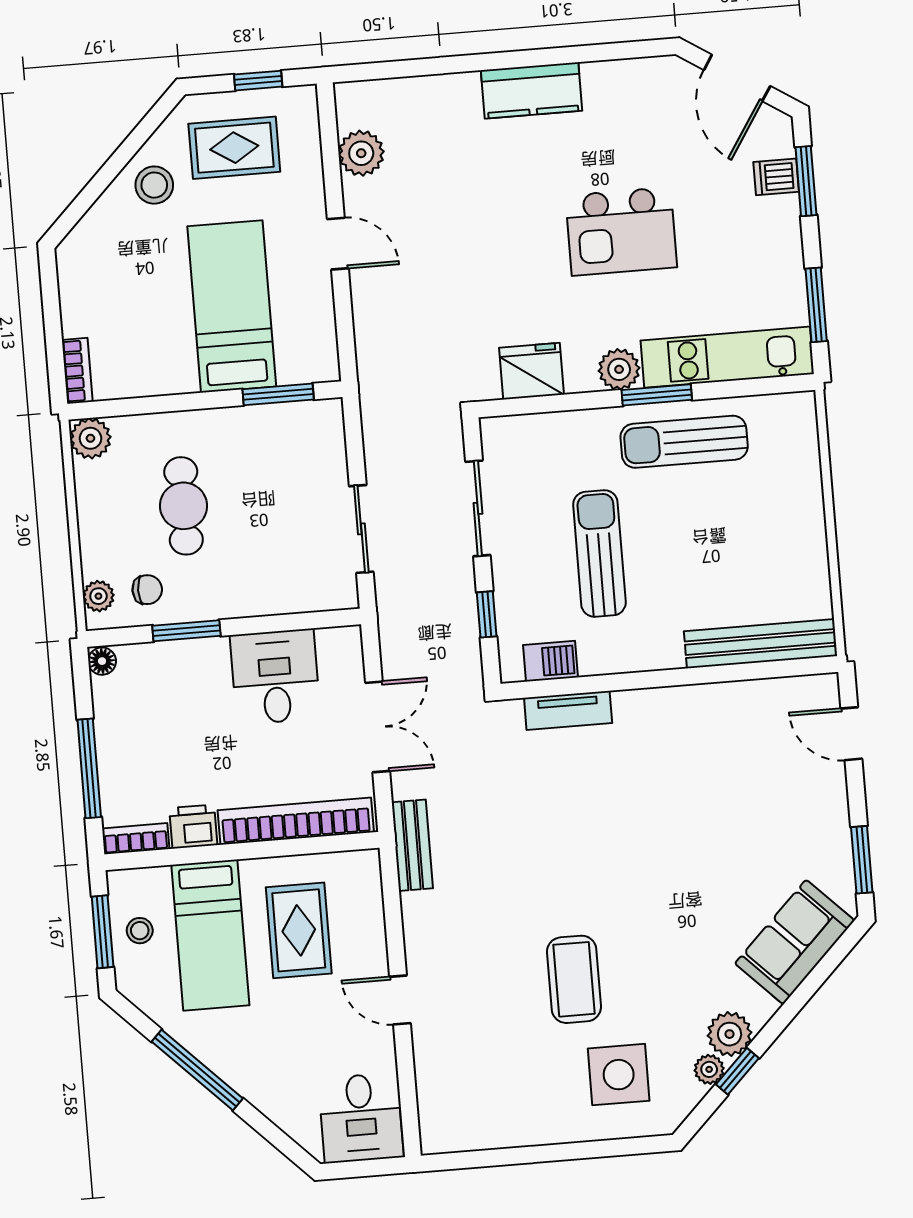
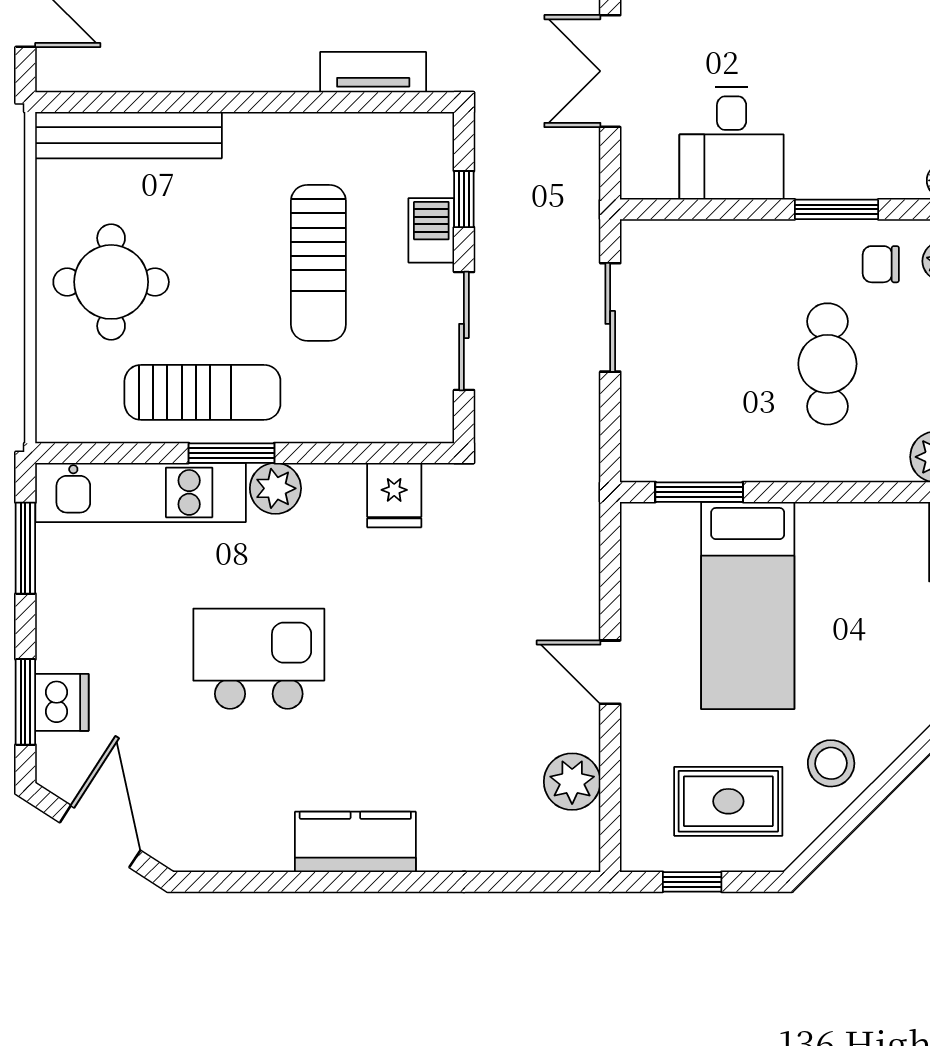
dishwasher: (776, 177) -> (62, 702), width x1.38
fridge: (532, 371) -> (394, 495), width x0.72
round table: (765, 524) -> (111, 282), added
barbecue: (550, 661) -> (431, 230), moved, turned 90

